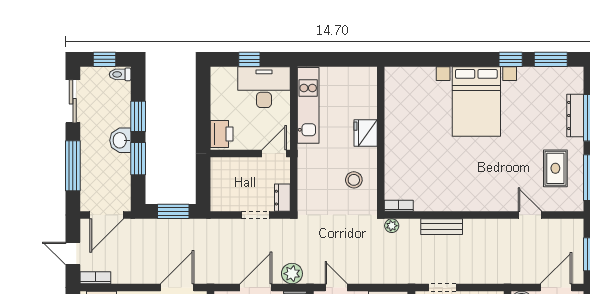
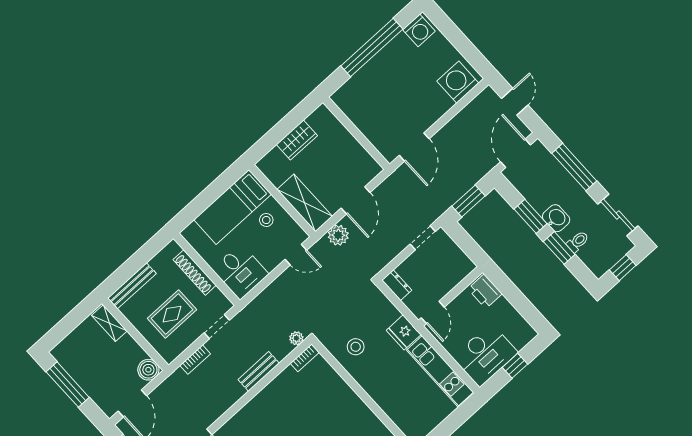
toilet: (120, 74) -> (578, 242), moved
fridge: (366, 133) -> (404, 332), moved, turned 180
doorway: (255, 215) -> (423, 238), moved
door: (73, 254) -> (515, 102), hinge flipped
bookcase: (95, 278) -> (195, 360), moved

